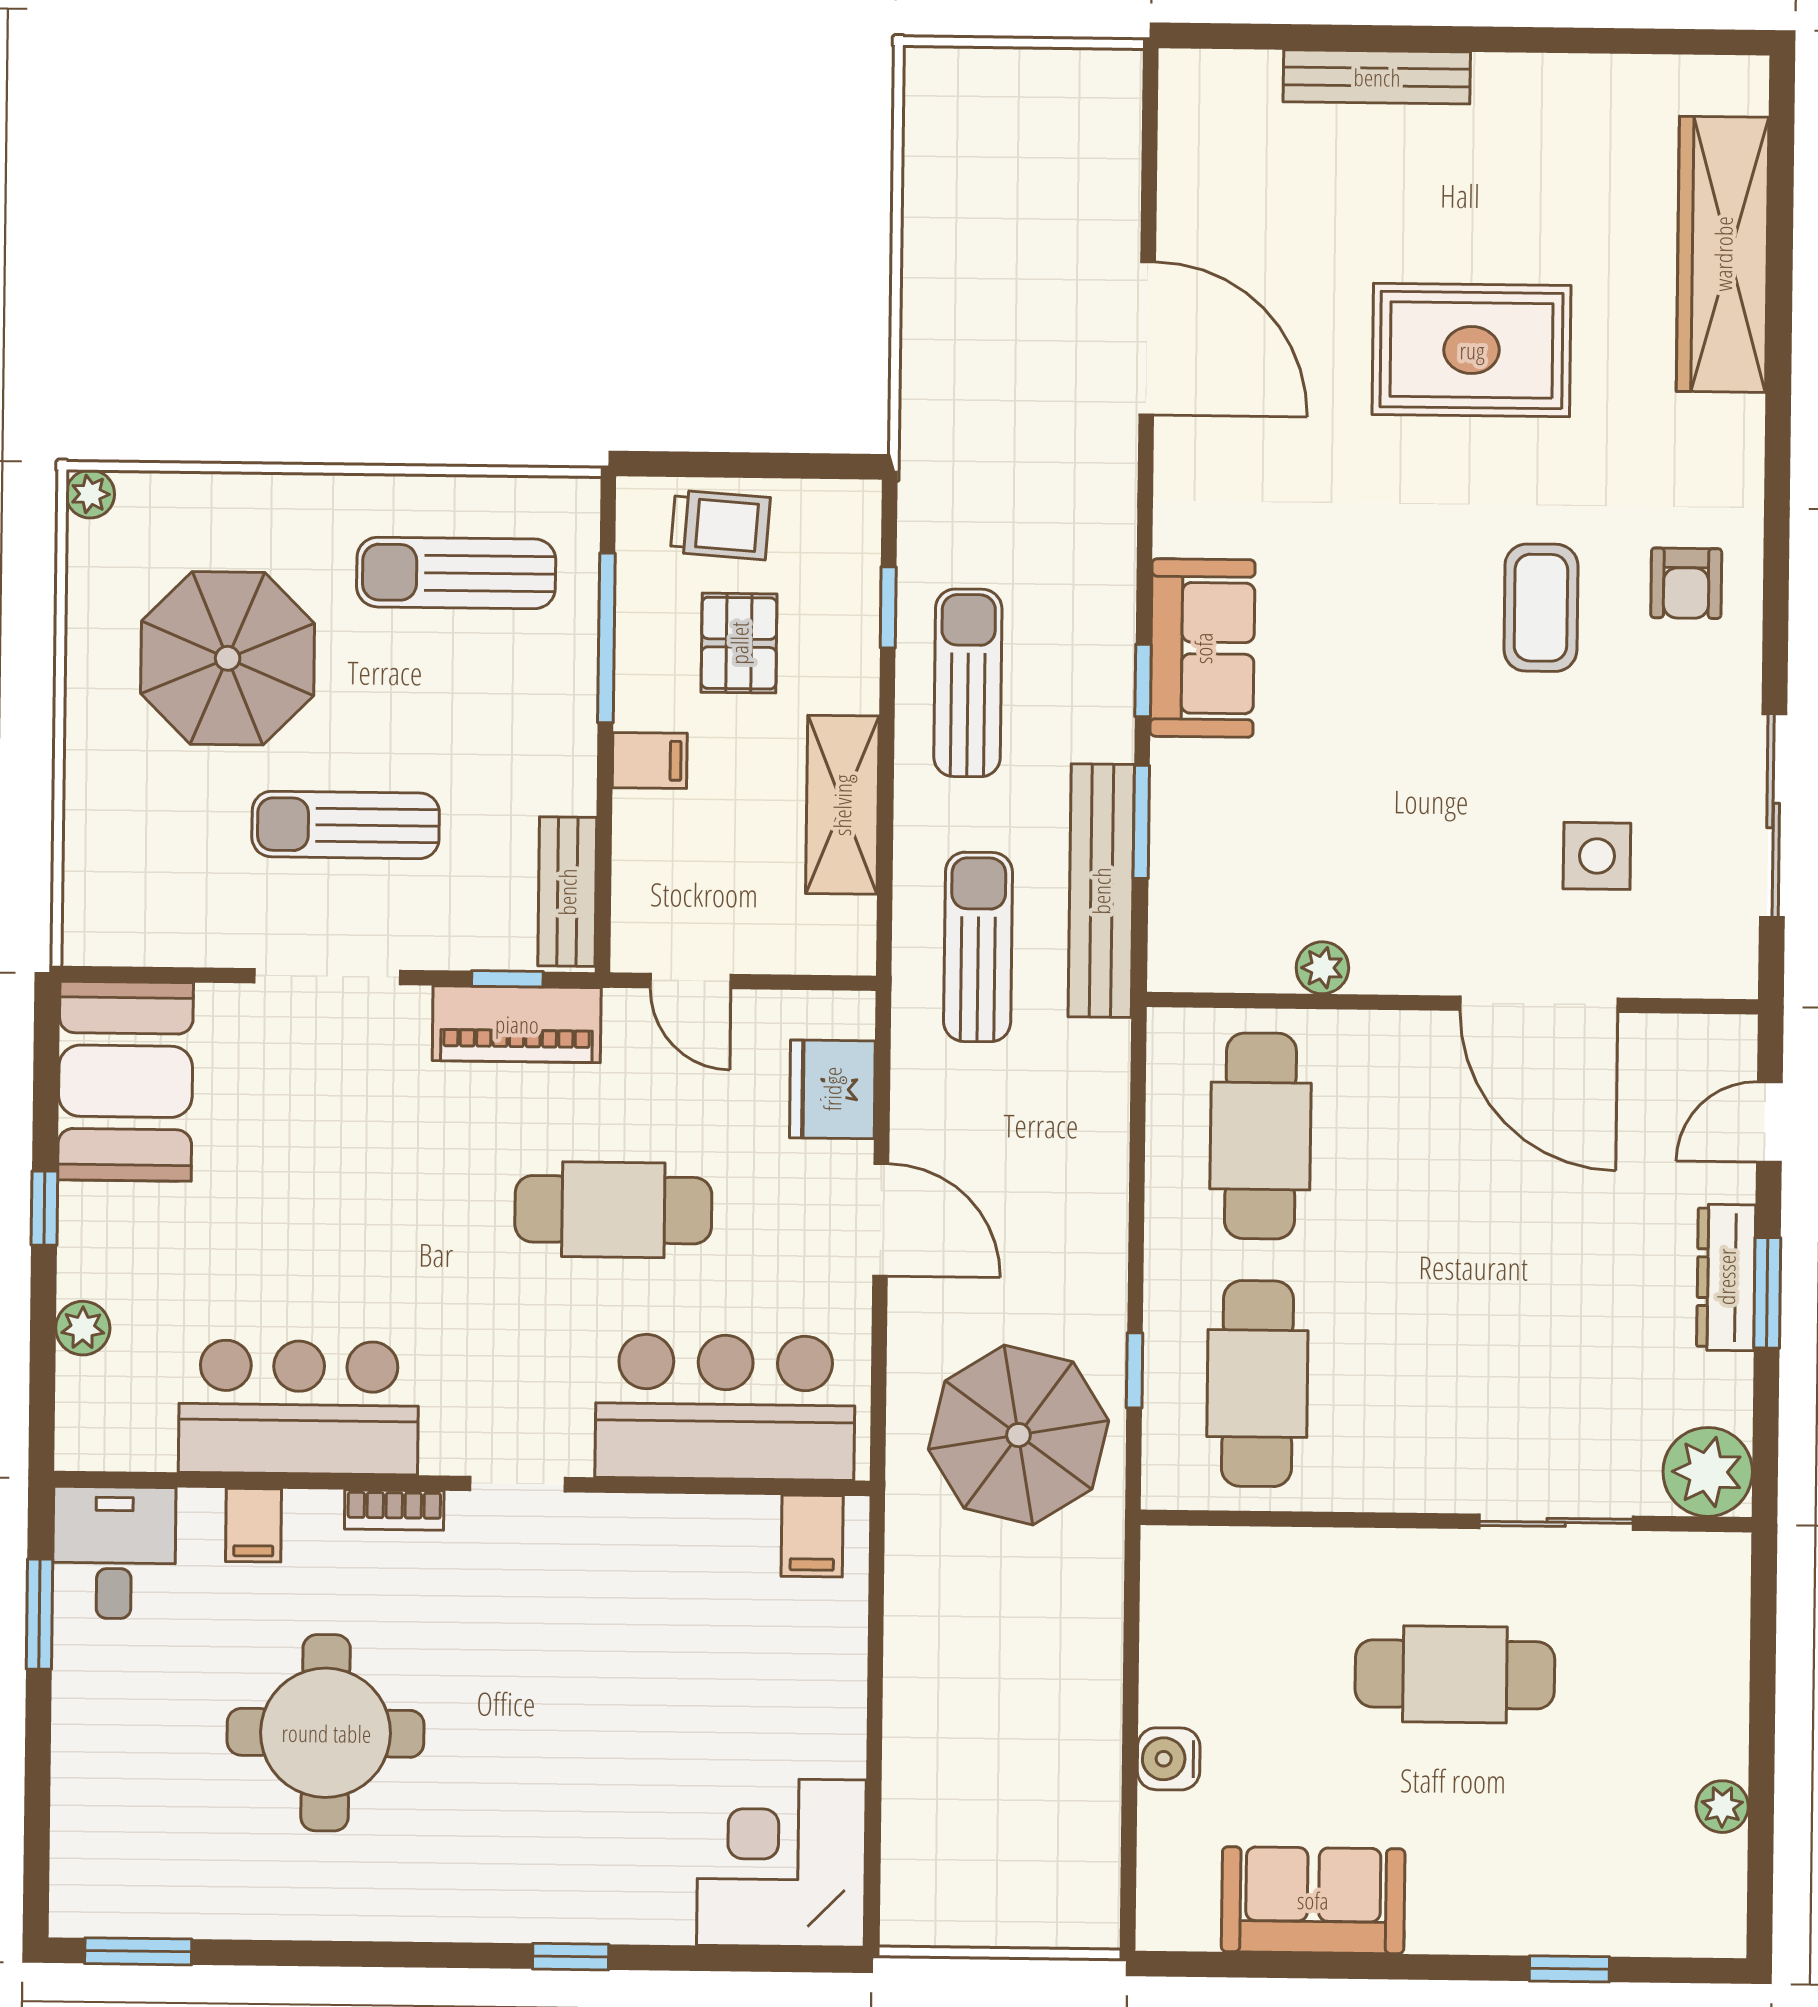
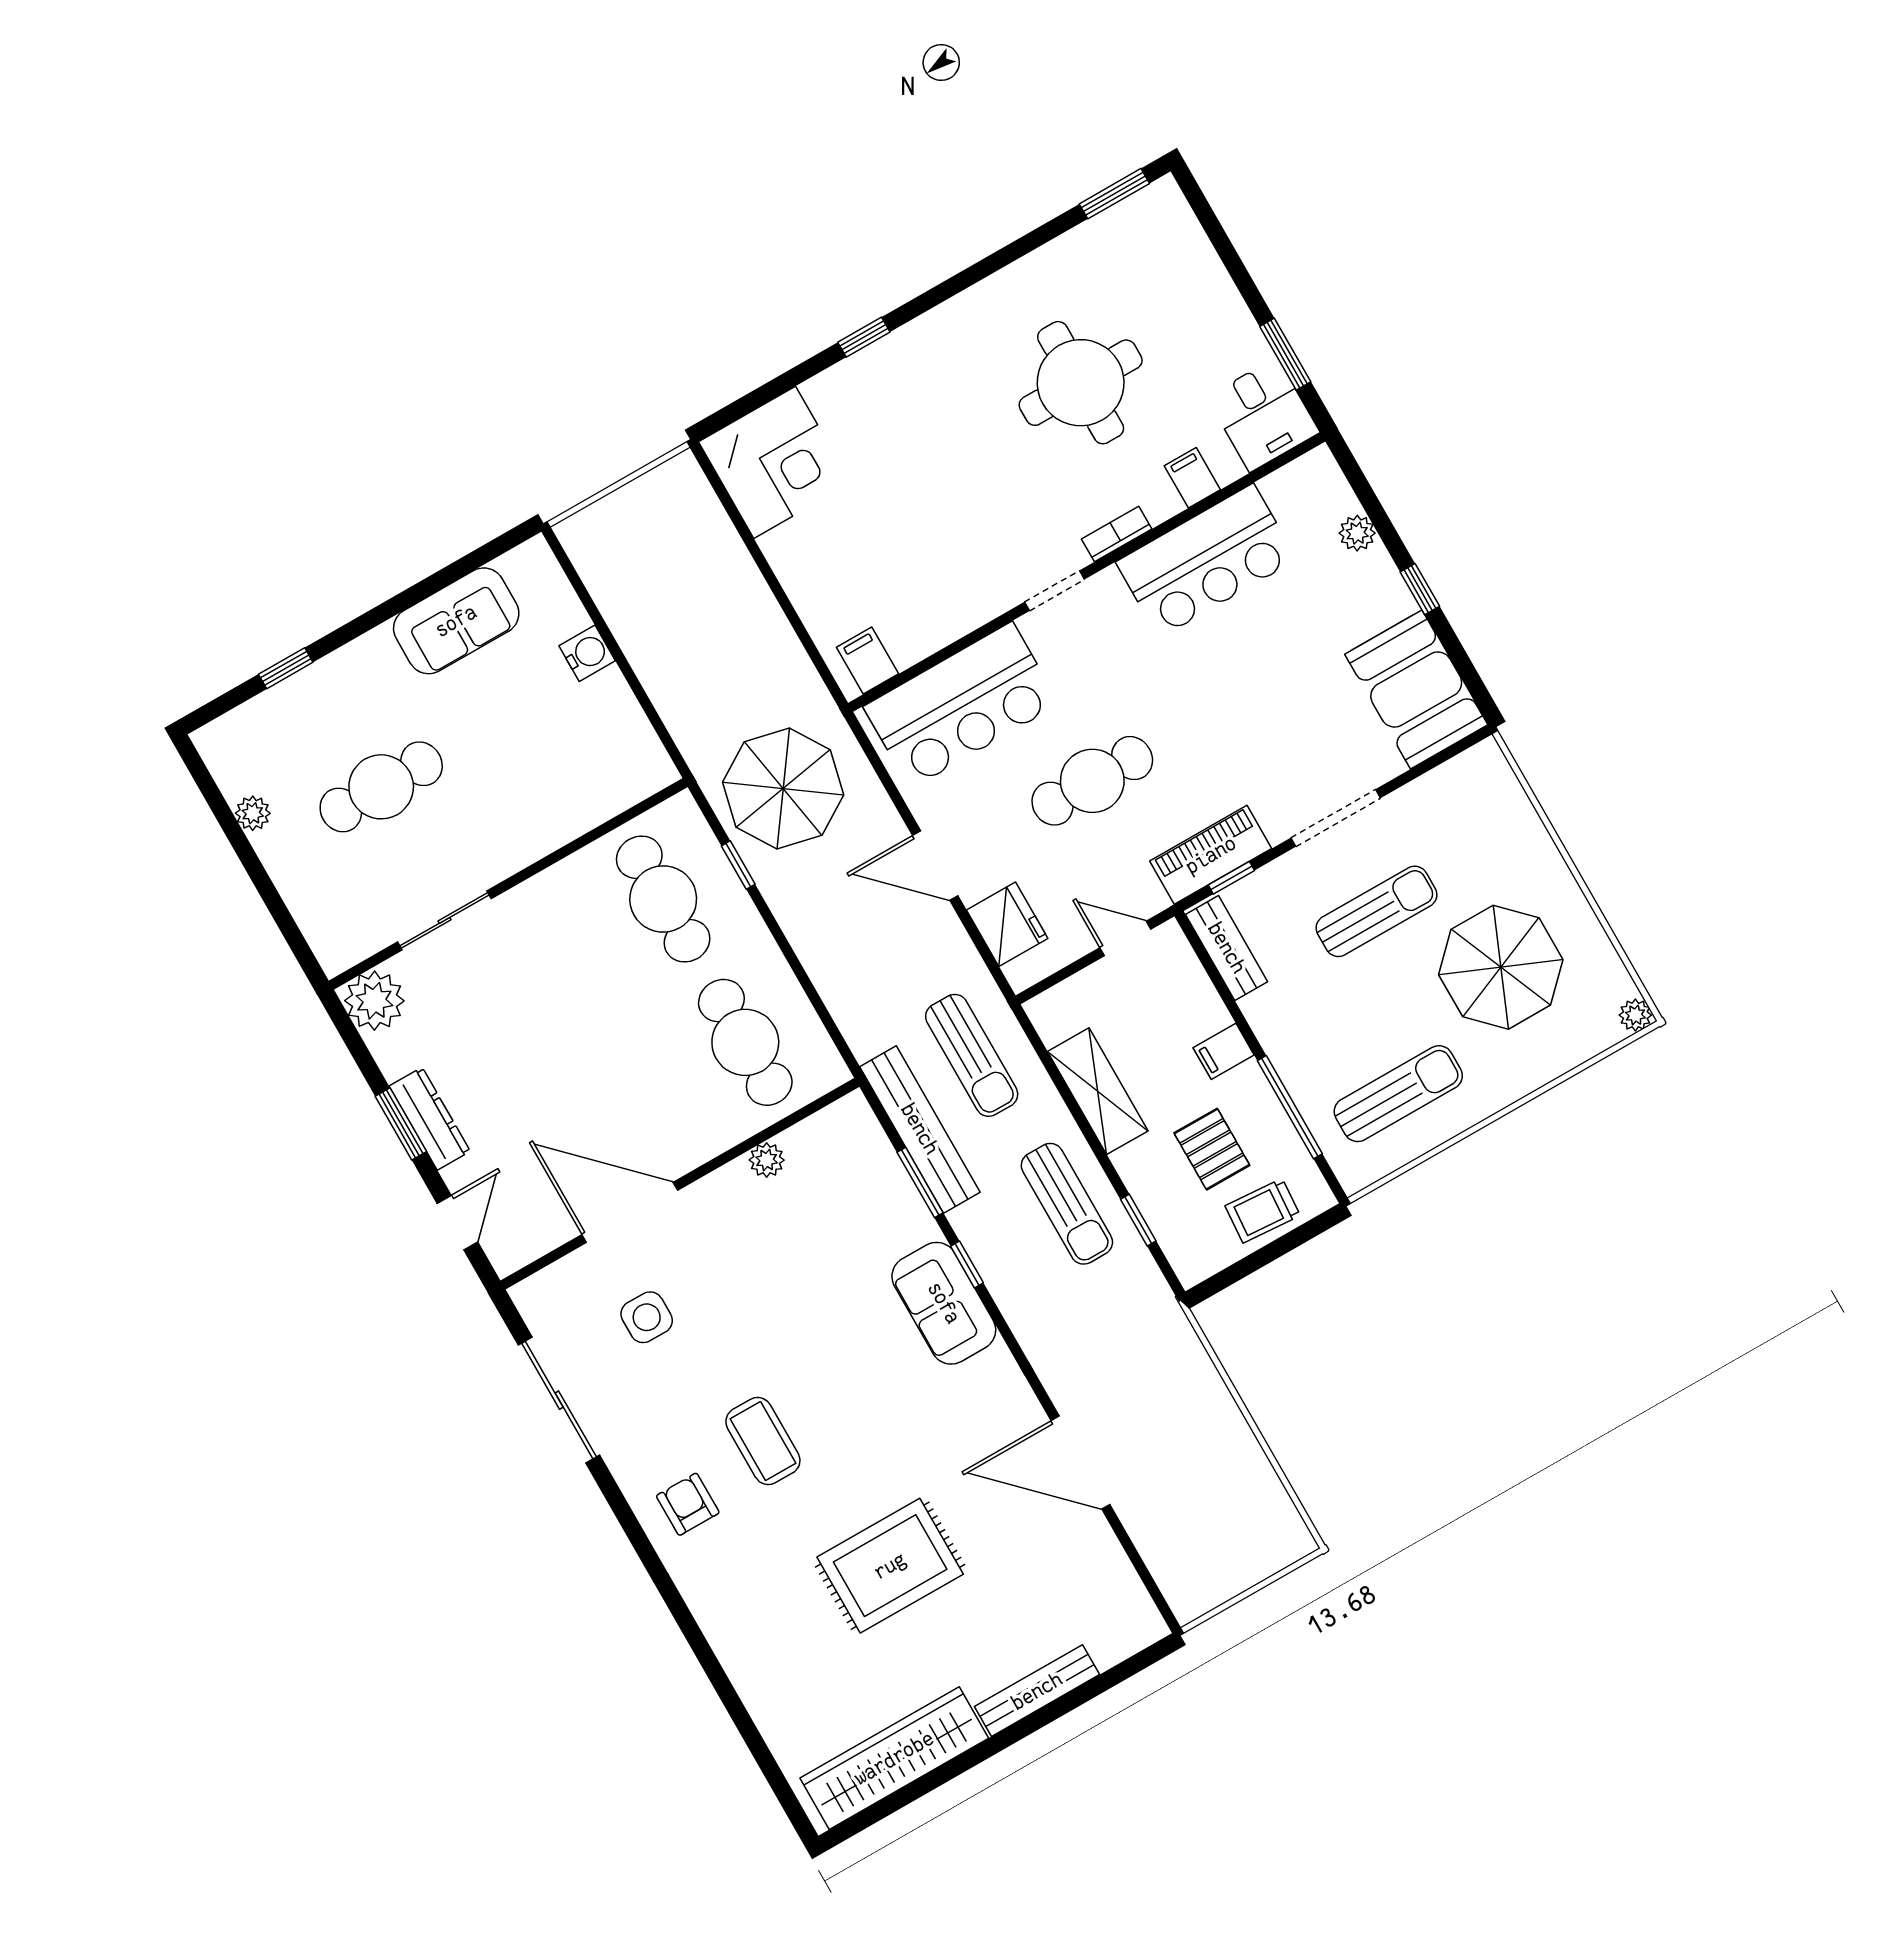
wardrobe: (1723, 254) -> (894, 1758), moved, turned -90
cafe table: (1455, 1674) -> (381, 787), moved

